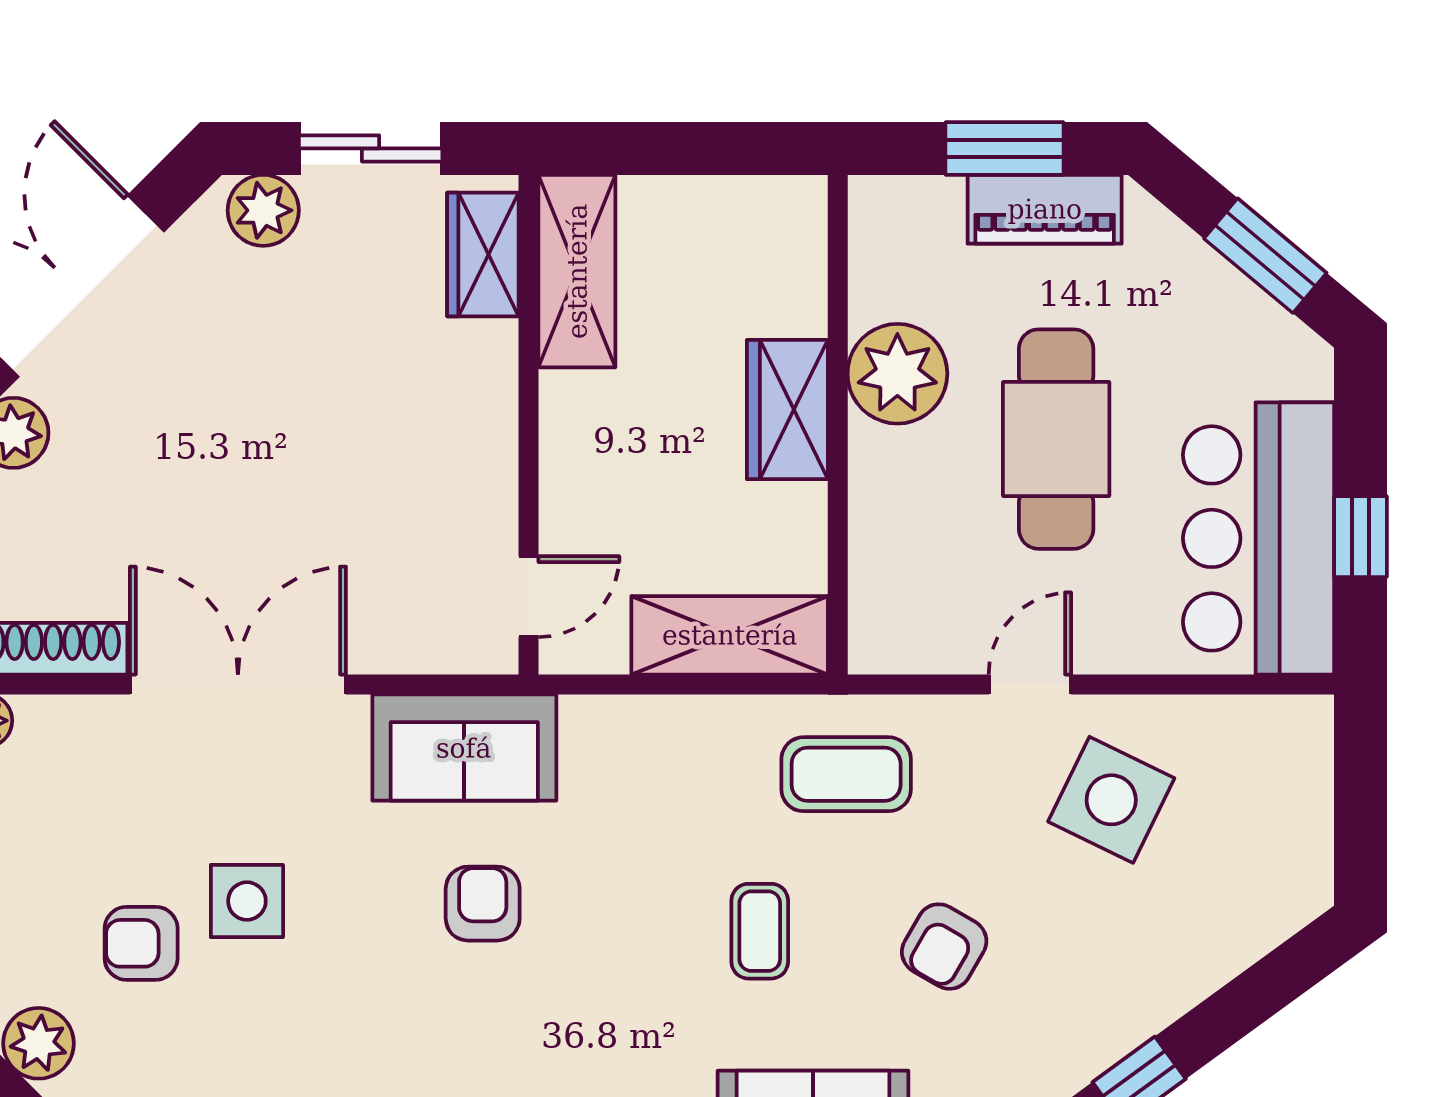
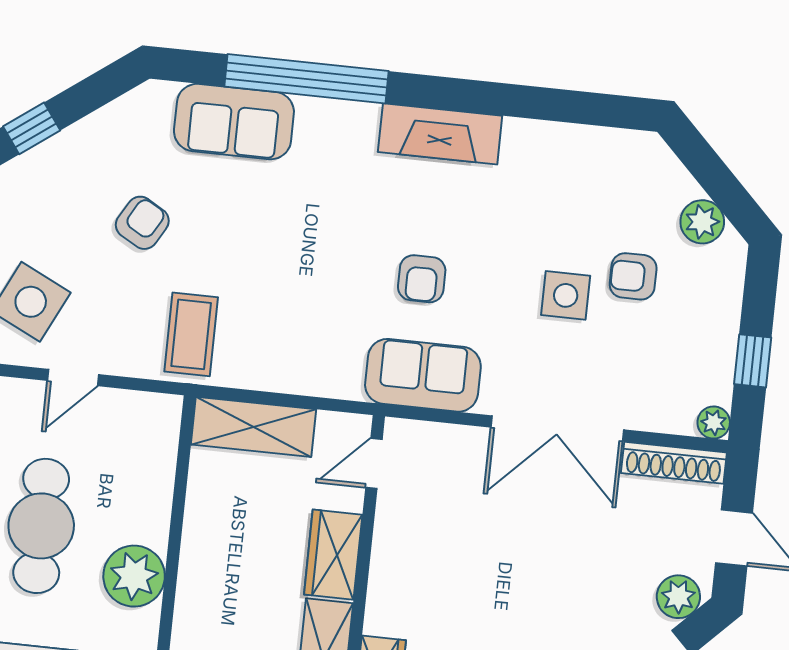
wardrobe: (787, 410) -> (333, 555), moved, turned 180
coffee table: (846, 774) -> (191, 334), turned 90
coffee table: (760, 931) -> (254, 244), removed
armchair: (141, 943) -> (633, 276), turned 180

